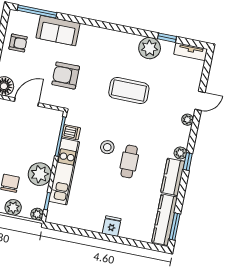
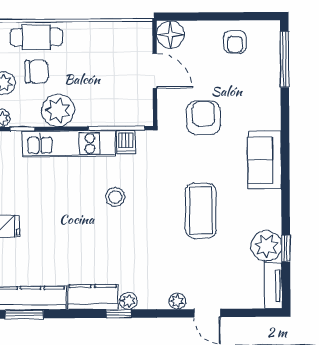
sofa: (58, 31) -> (264, 160), moved
plant: (150, 48) -> (266, 246), moved
cafe table: (129, 161) -> (102, 232), removed

